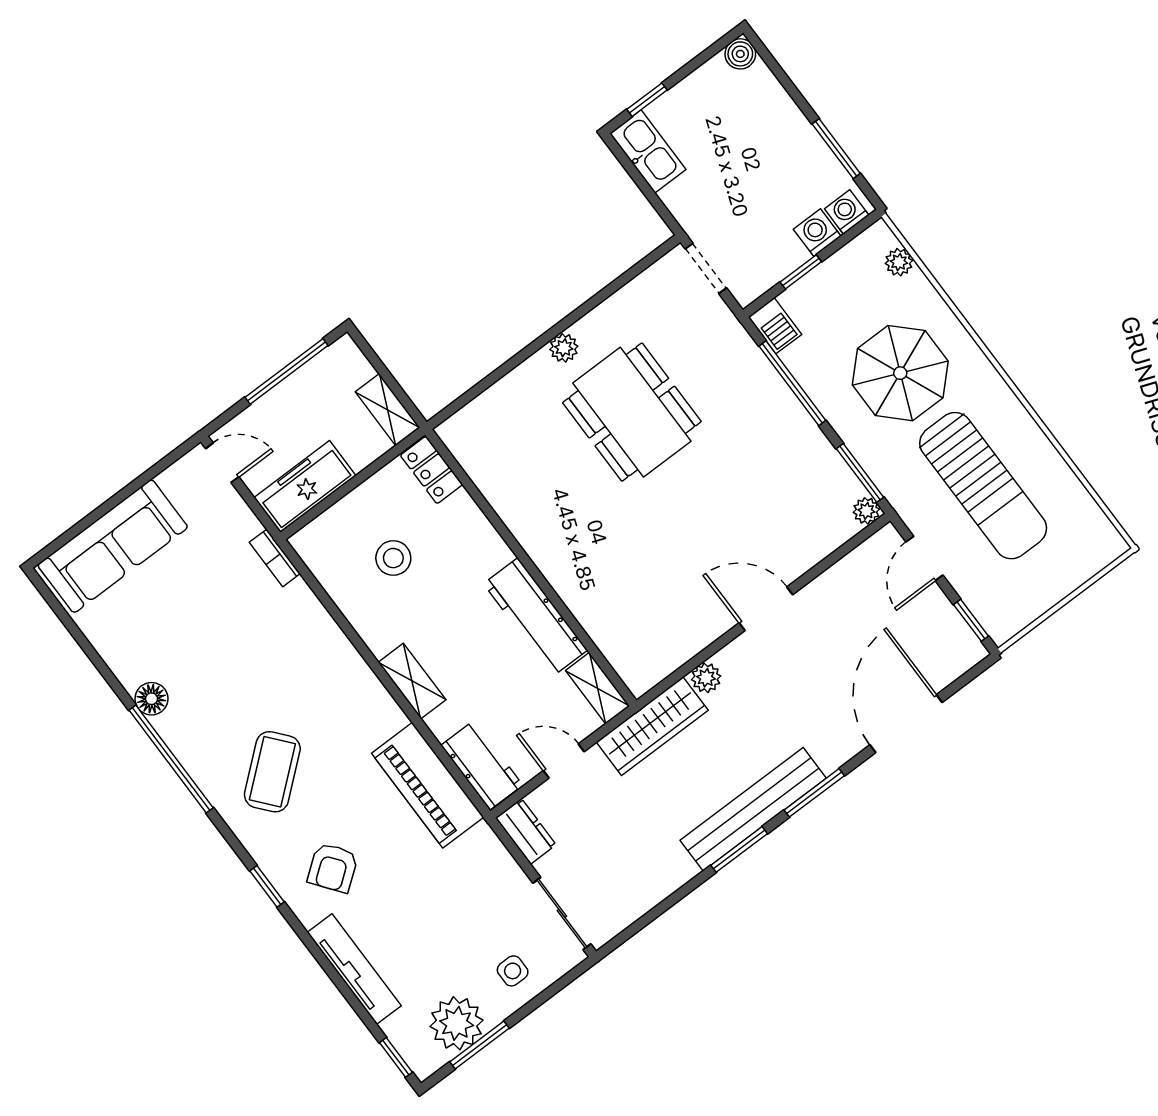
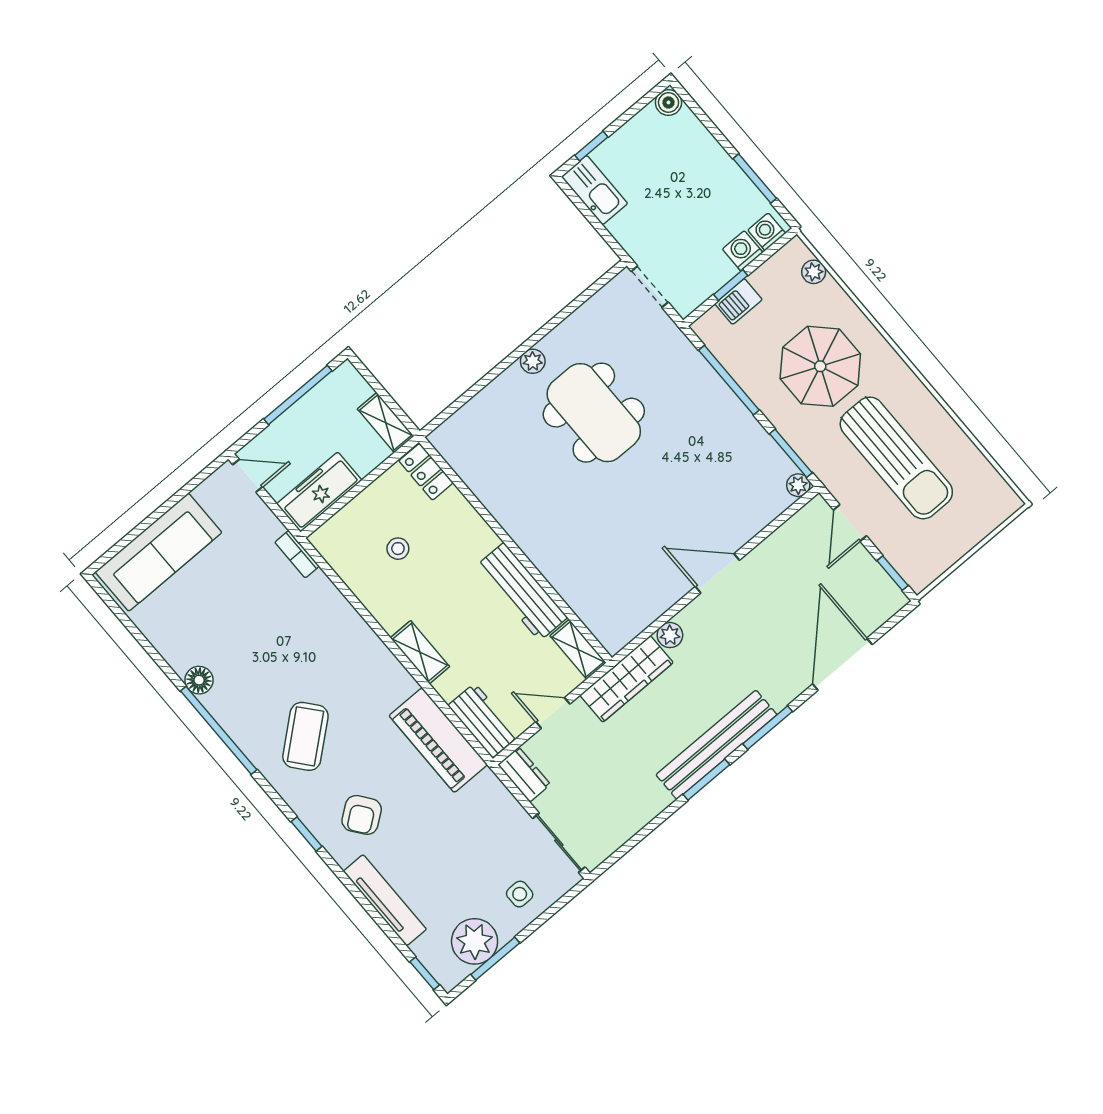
barbecue: (775, 326) -> (738, 302), moved, turned 90
stool: (393, 558) -> (398, 549), width x0.73, depth x0.73

